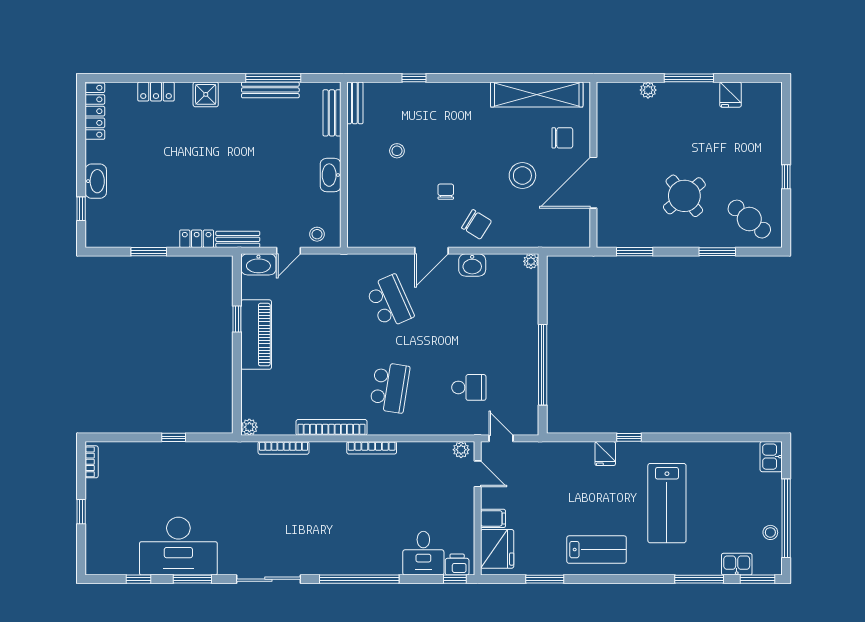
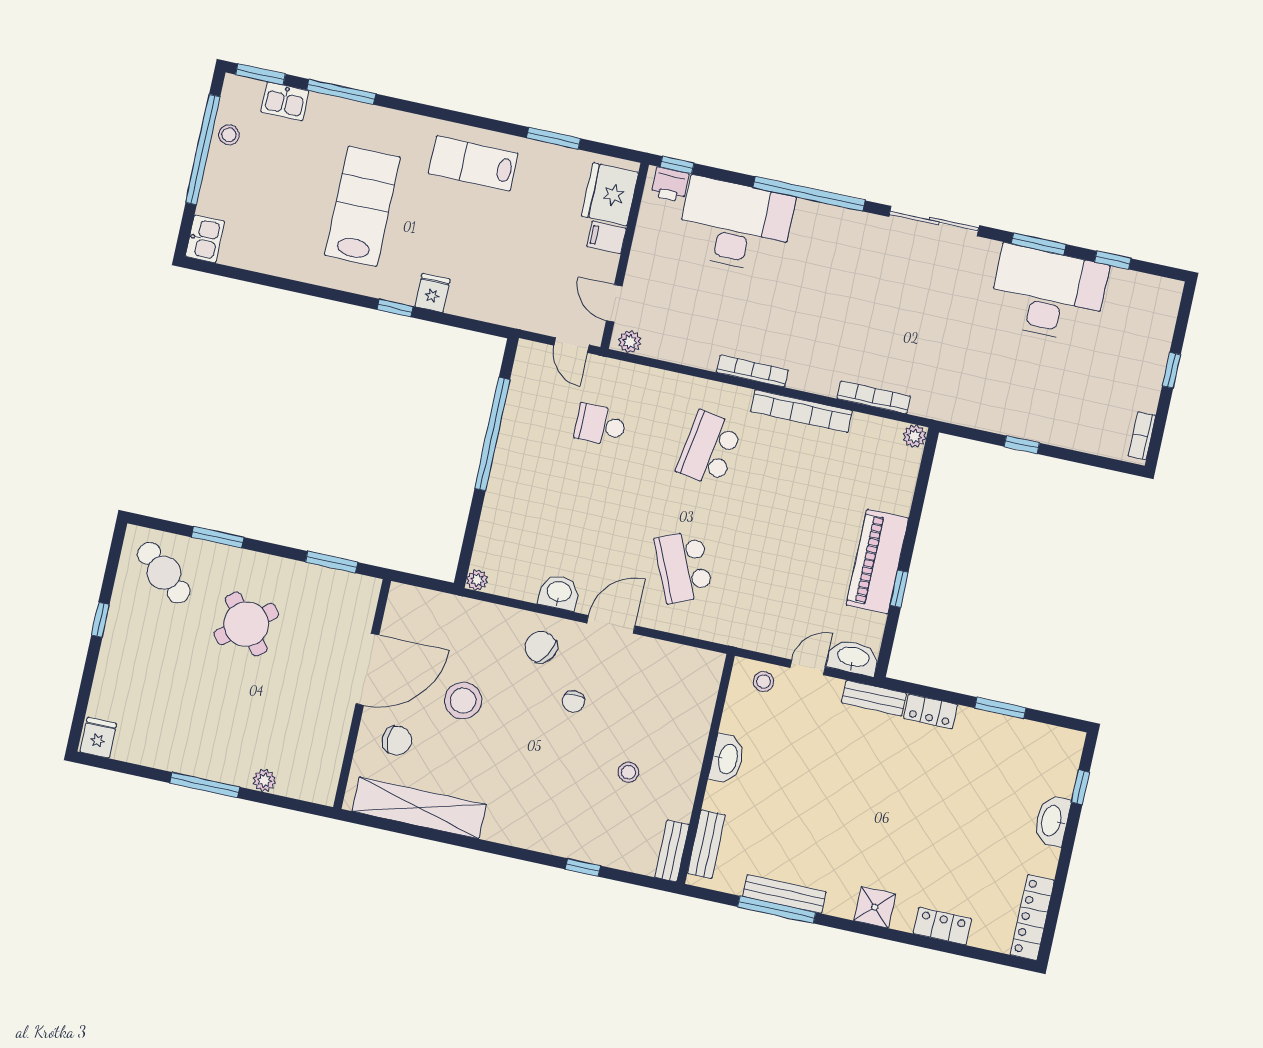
fridge: (731, 95) -> (98, 738), moved
chair: (562, 138) -> (397, 740), turned 180
desk: (423, 553) -> (735, 225), width x1.87, depth x1.30

